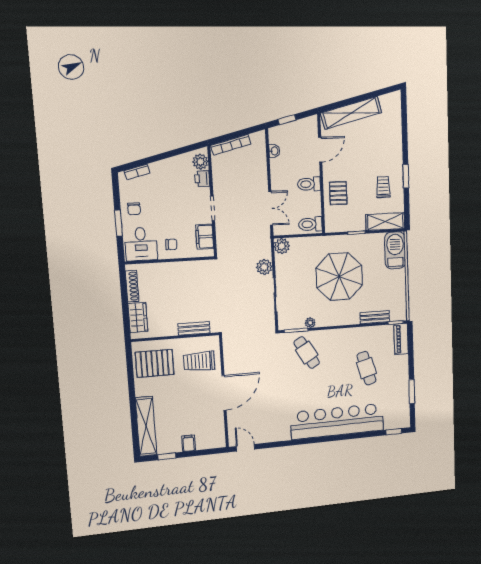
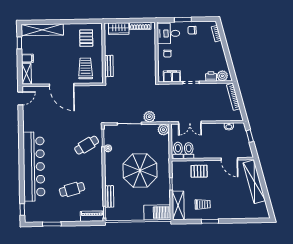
toilet: (309, 184) -> (189, 151), moved
pallet: (155, 363) -> (86, 38), width x0.67, depth x0.71
shelving: (211, 443) -> (27, 74), added

